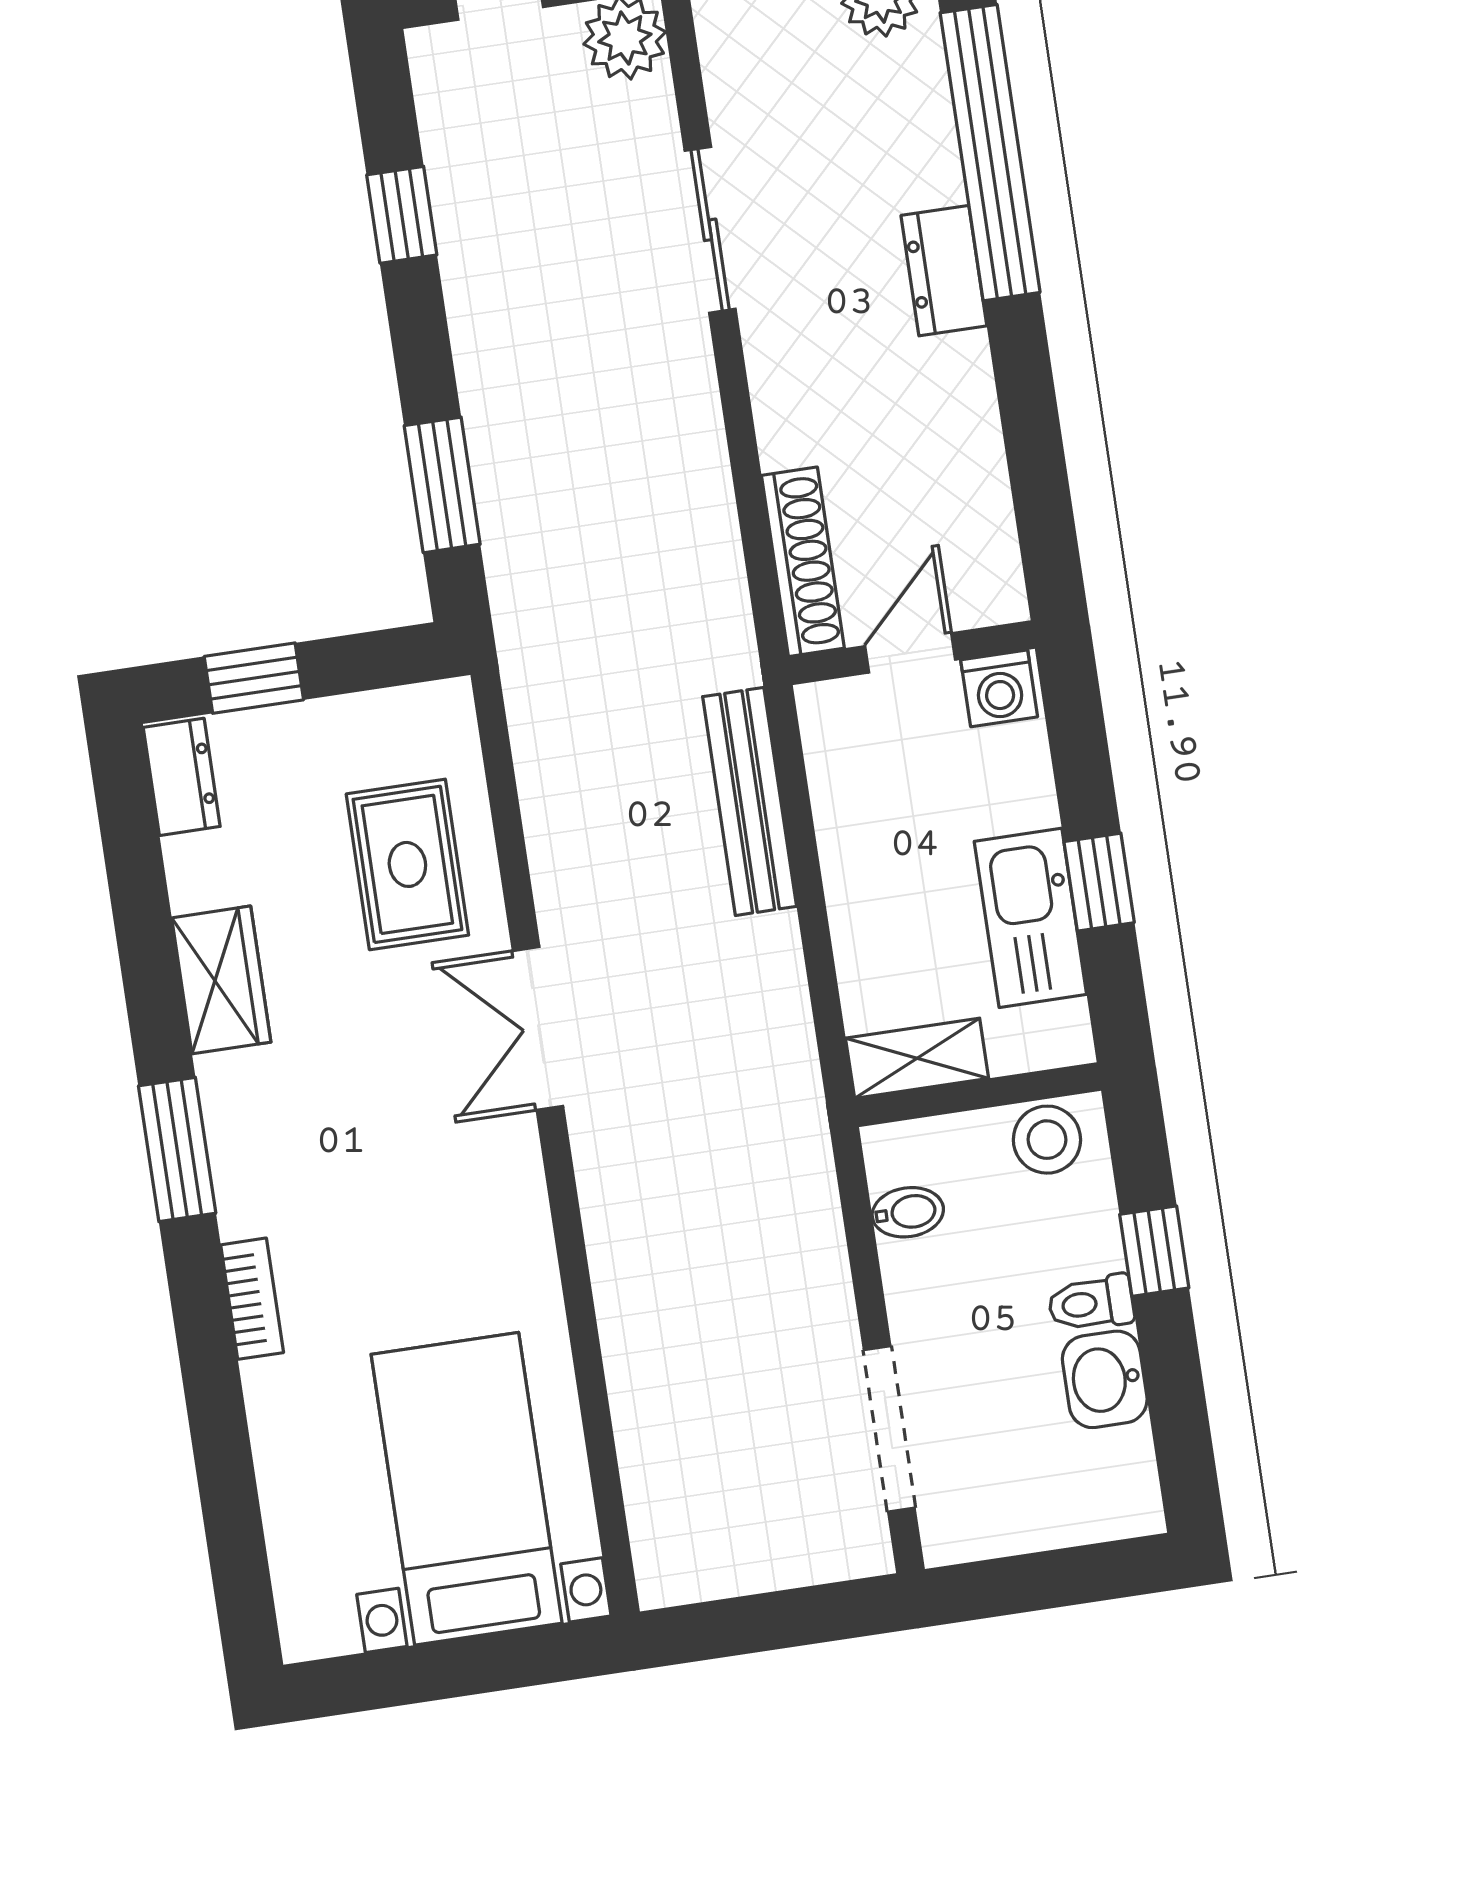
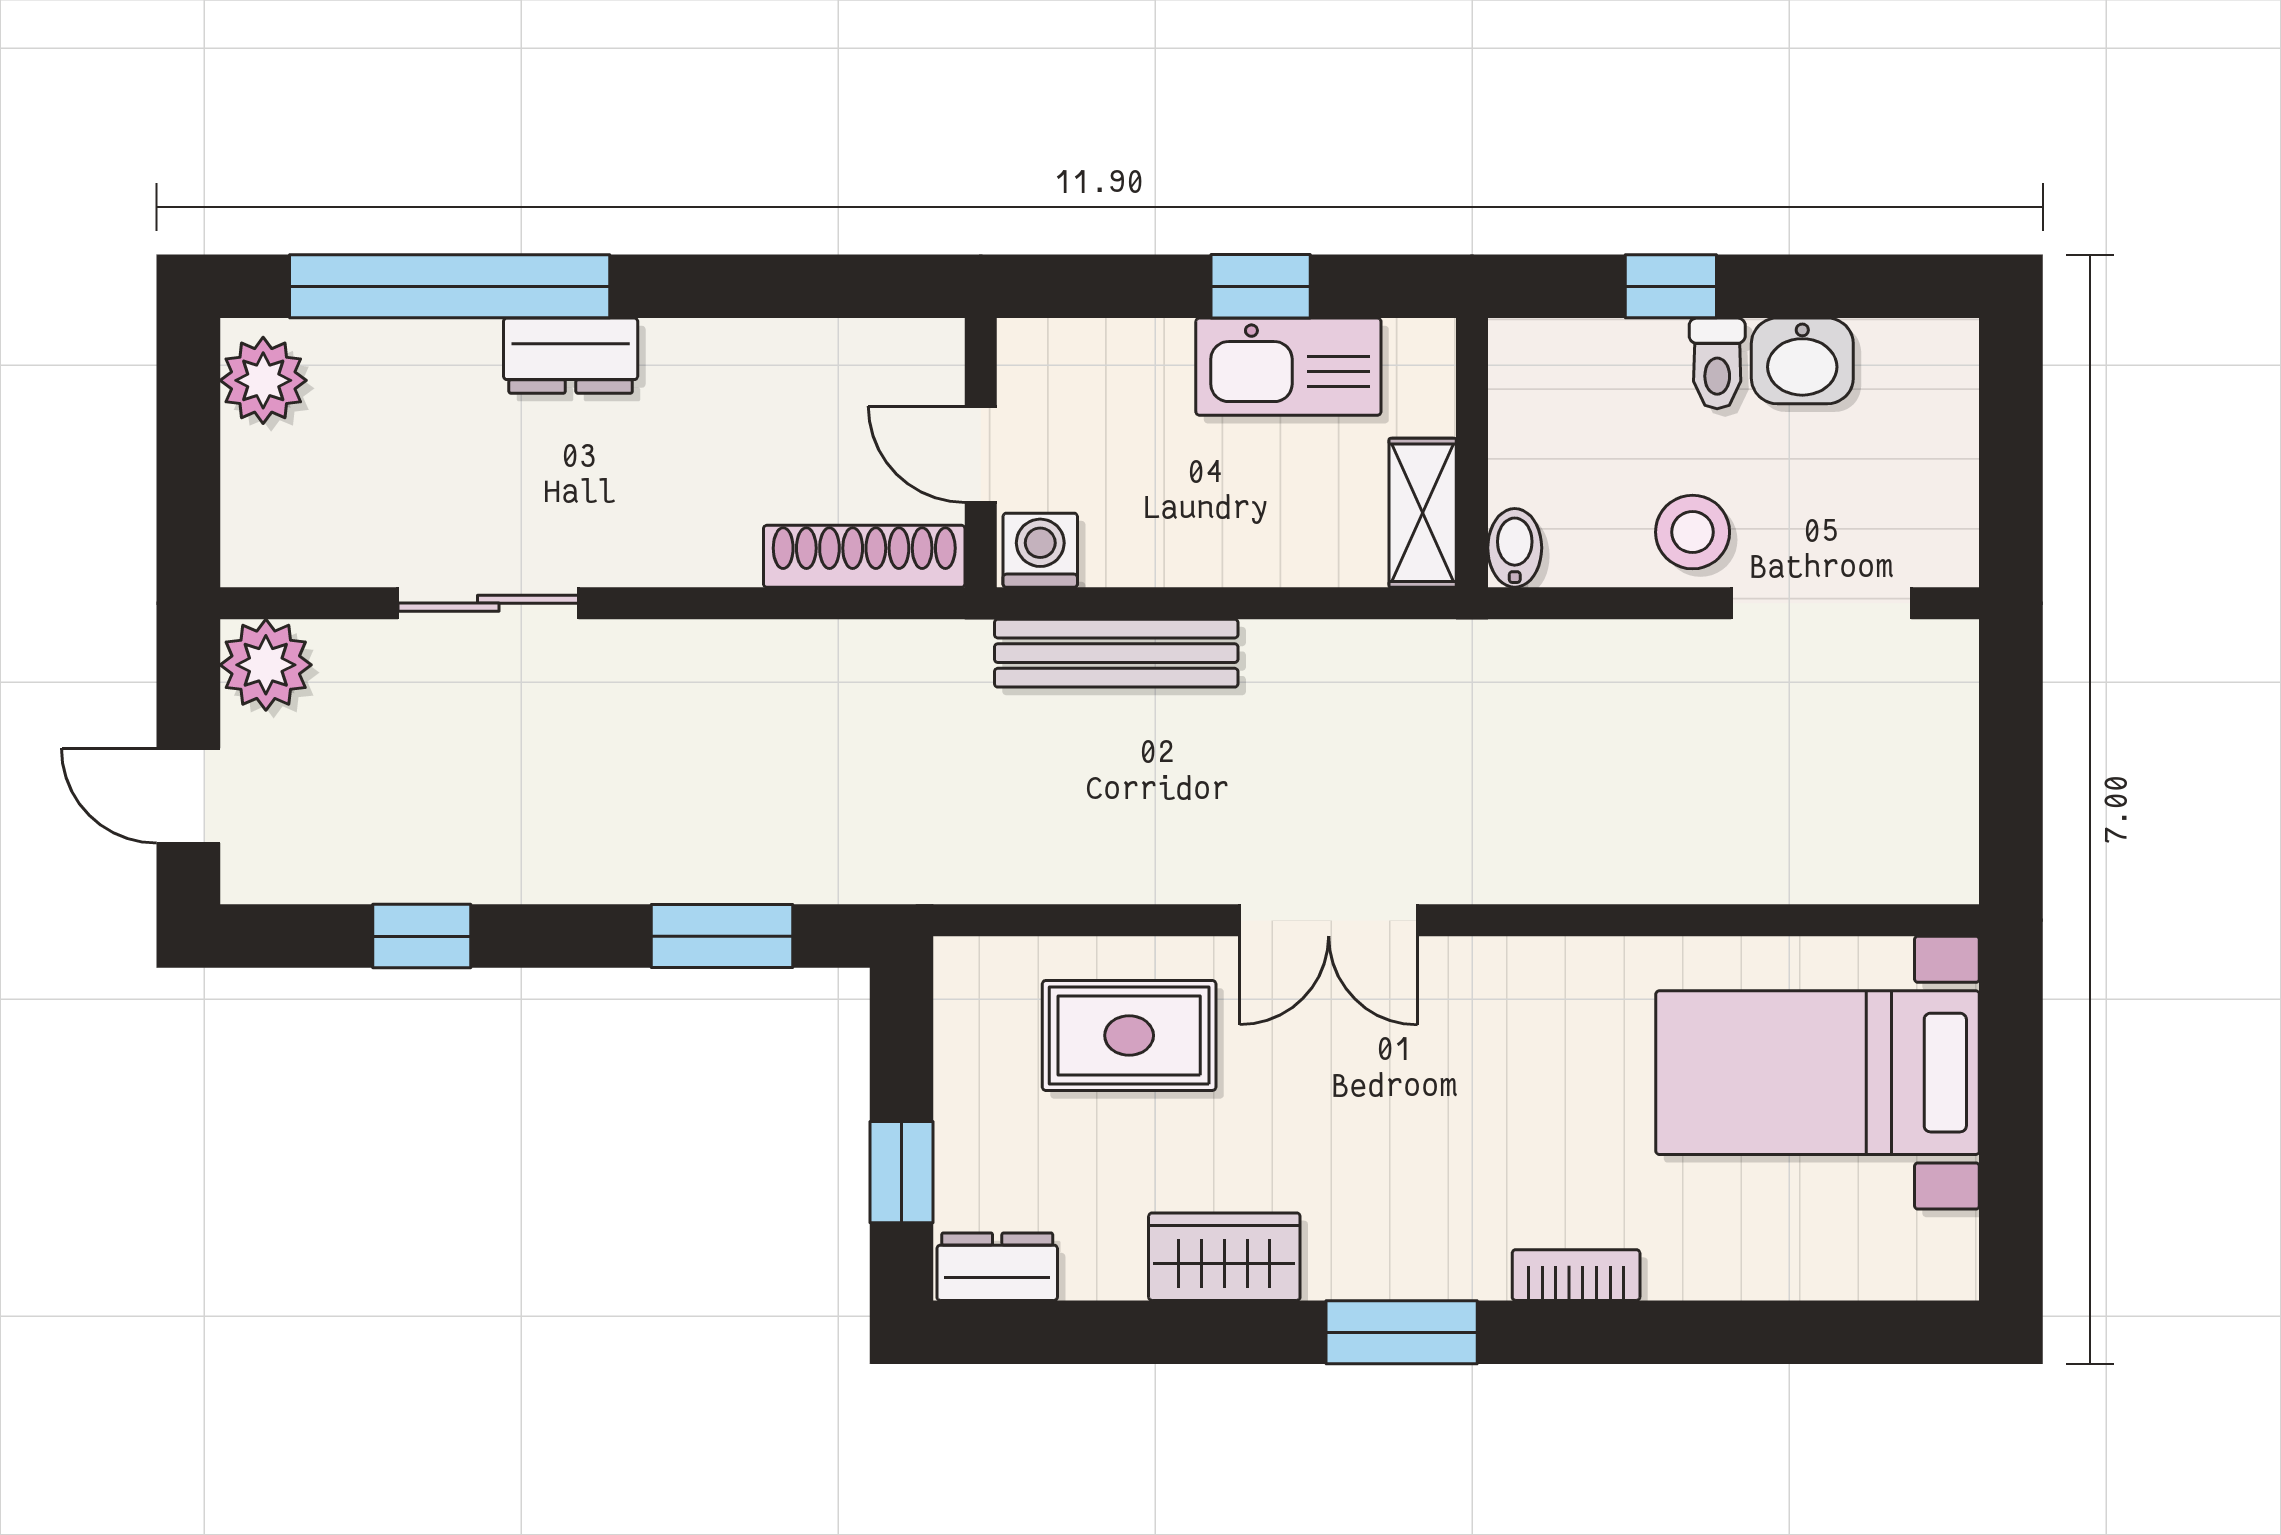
washing machine: (999, 688) -> (1040, 550), moved, turned -90
stool: (1047, 1140) -> (1693, 532), moved
bidet: (908, 1212) -> (1515, 548), moved

